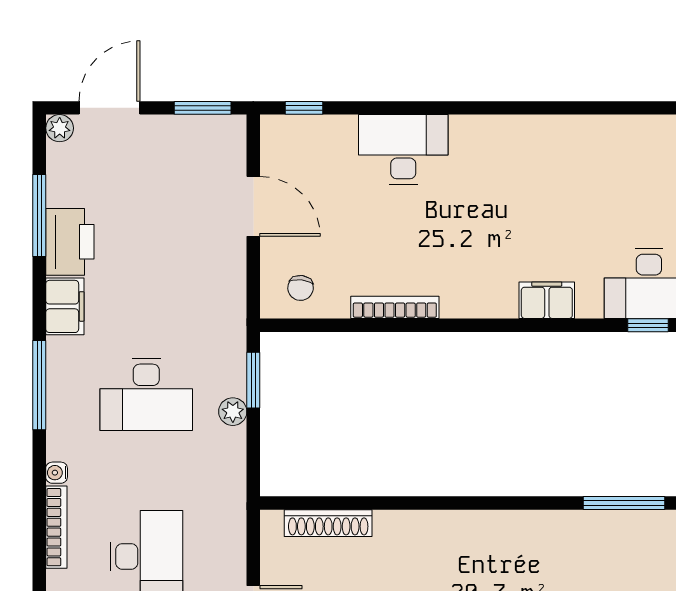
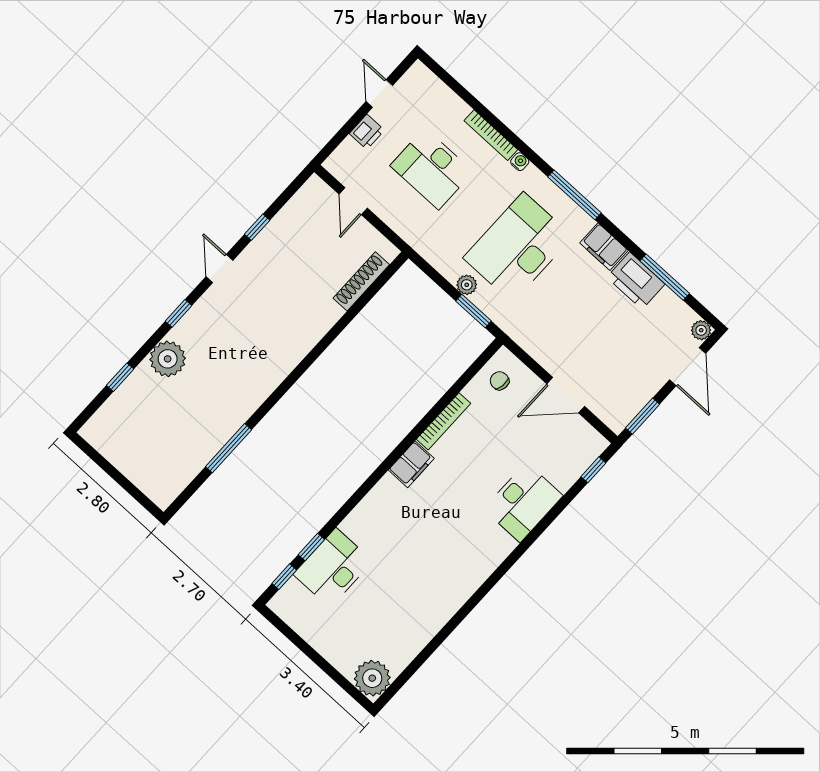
filing cabinet: (547, 300) -> (411, 464), moved
desk: (146, 394) -> (518, 247), width x1.36, depth x1.30

